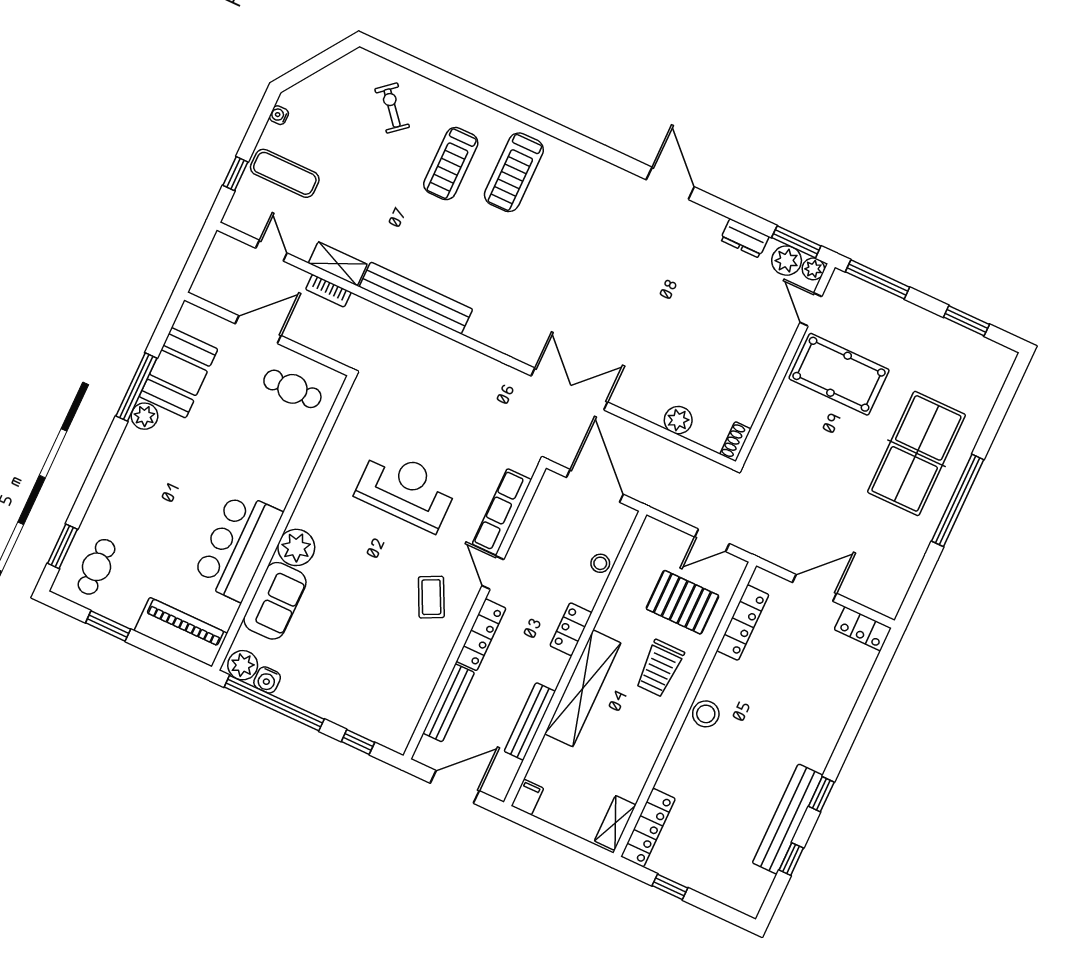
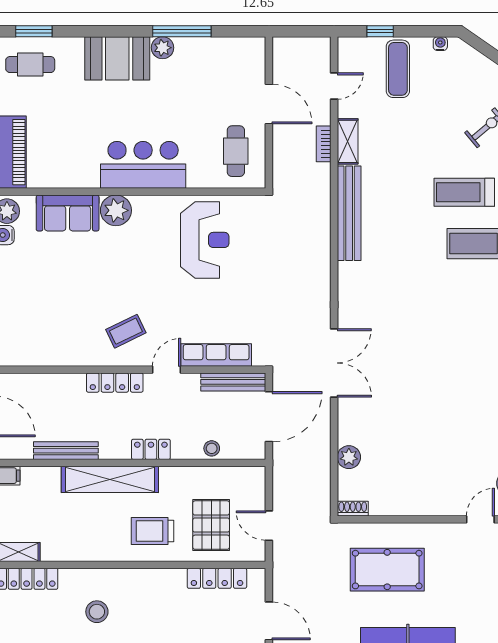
booth: (178, 373) -> (117, 58), moved
pool table: (839, 374) -> (387, 570), moved, turned 90
reception desk: (406, 490) -> (205, 240), moved
bar counter: (237, 546) -> (143, 165), moved
bench: (449, 703) -> (233, 382), moved
stool: (706, 714) -> (97, 612), moved

